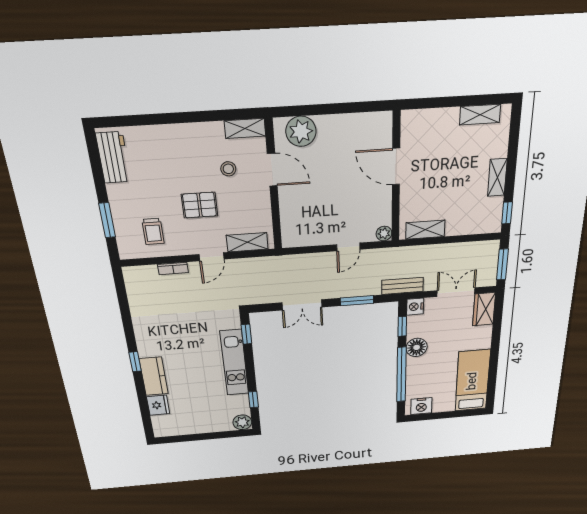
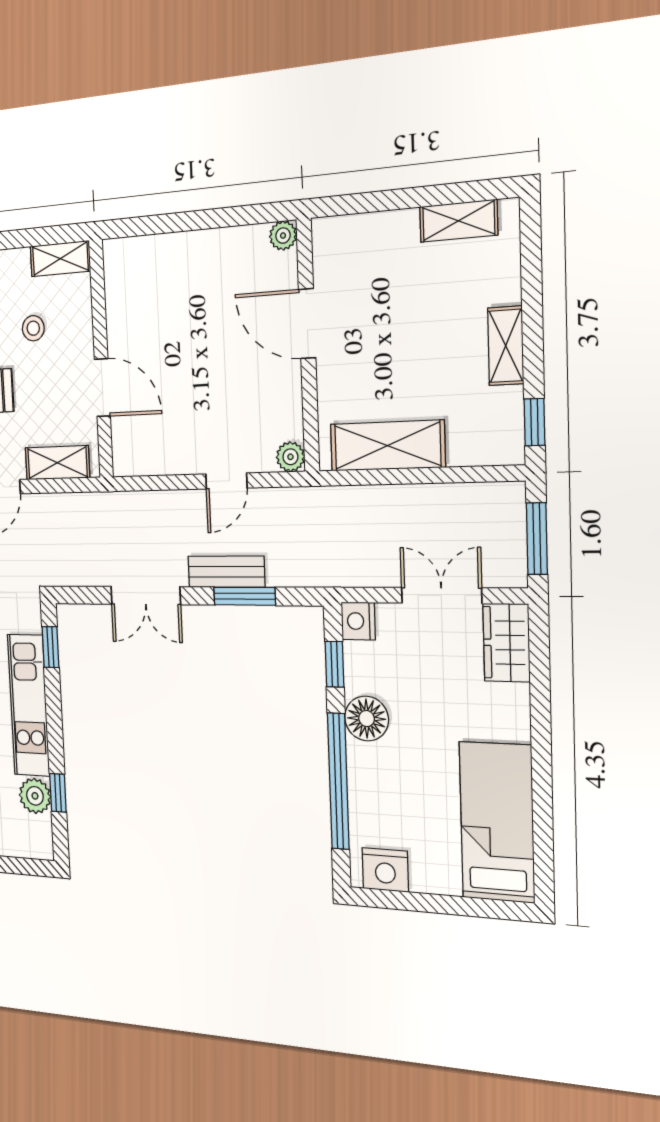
plant: (301, 131) -> (283, 236), moved, width x0.53, depth x0.53
door: (272, 170) -> (102, 388), moved
shelving: (425, 230) -> (387, 446), width x1.50, depth x1.33
bench: (402, 286) -> (226, 572), moved
plant: (242, 422) -> (35, 796), moved

